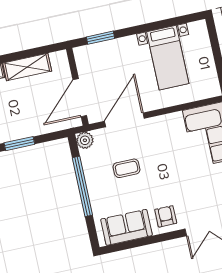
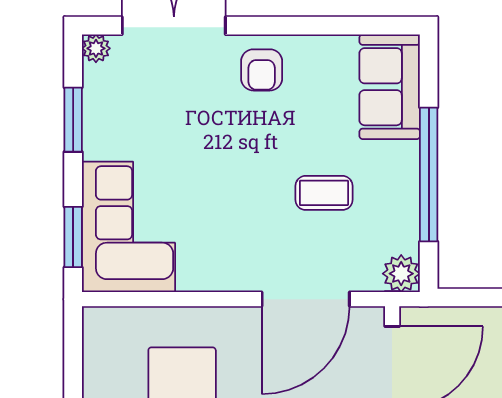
sofa: (126, 227) -> (390, 87), moved, turned 90

